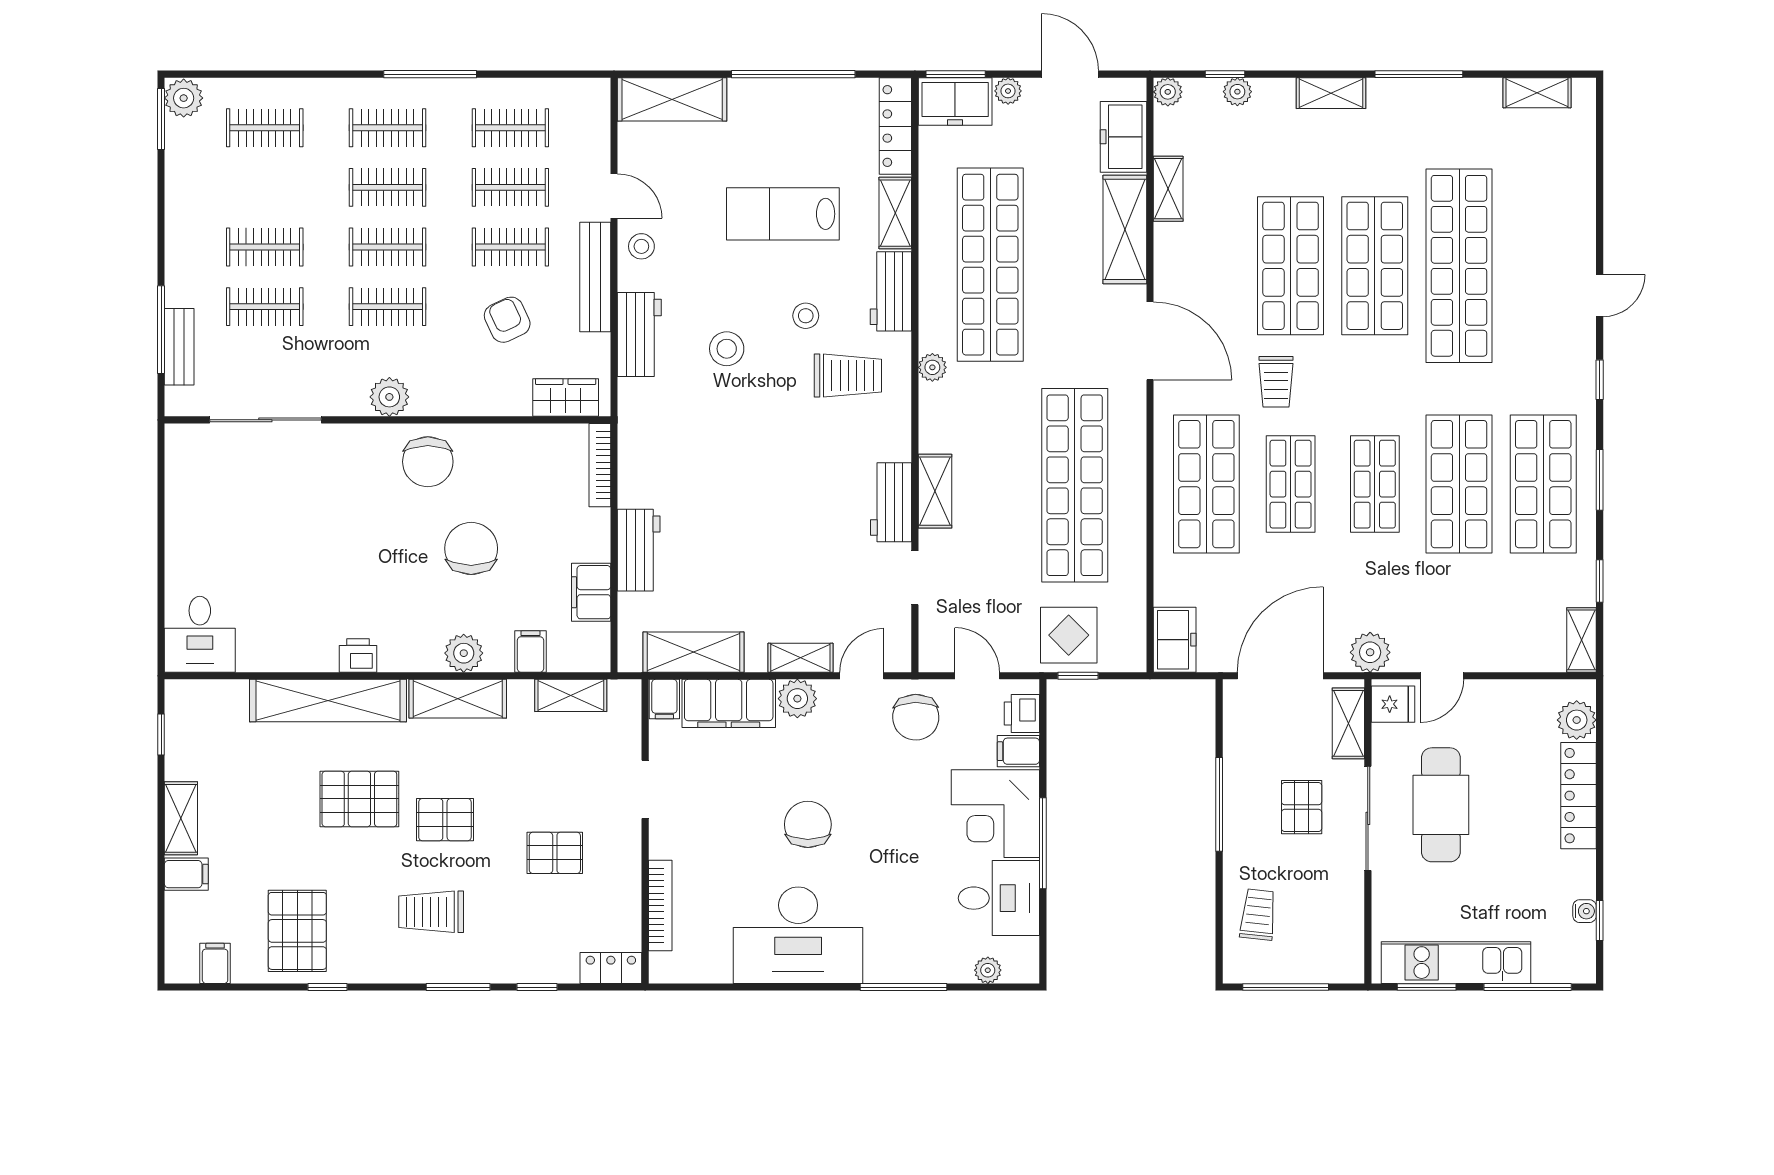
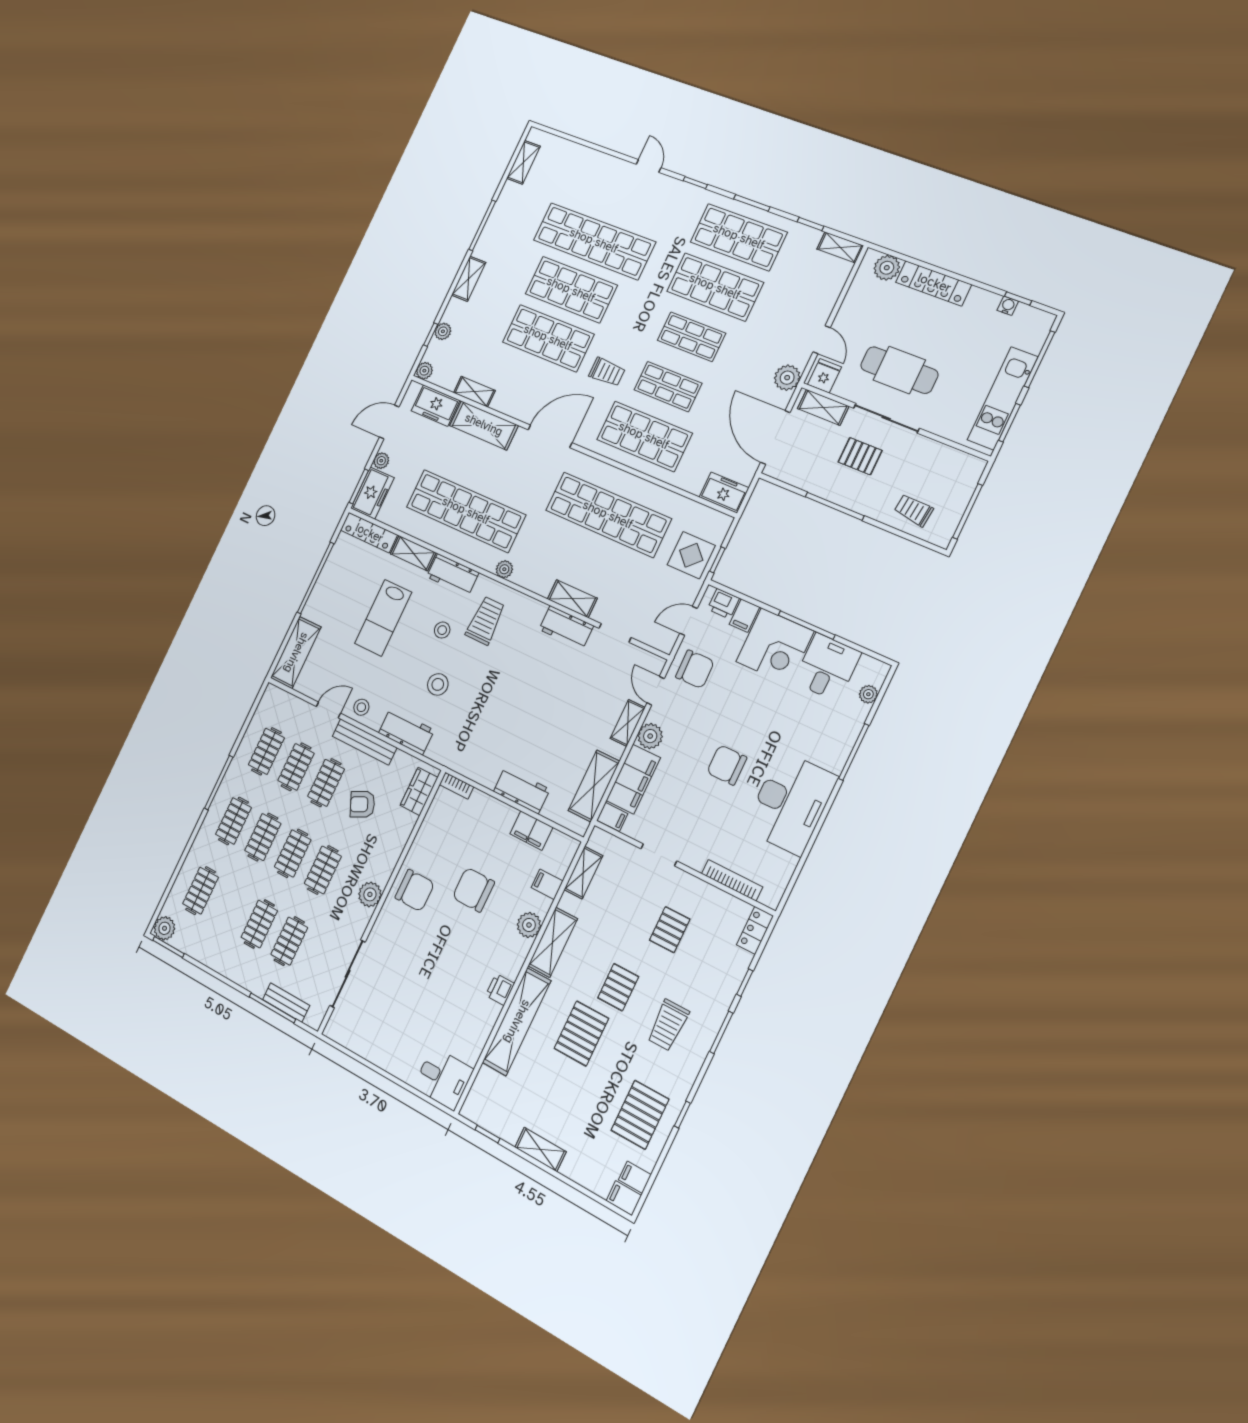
bookcase: (600, 465) -> (456, 786), width x0.64
filing cabinet: (186, 874) -> (624, 1198), moved, turned -90
pallet: (297, 931) -> (640, 1115), turned 90

